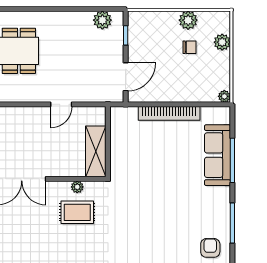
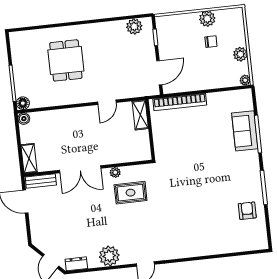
plant: (222, 42) -> (240, 54), moved
bookcase: (169, 113) -> (180, 102), moved
shelving: (96, 151) -> (140, 115), moved, width x0.67, depth x0.75
sofa: (218, 155) -> (245, 131), width x0.73
plant: (77, 187) -> (115, 172), moved

